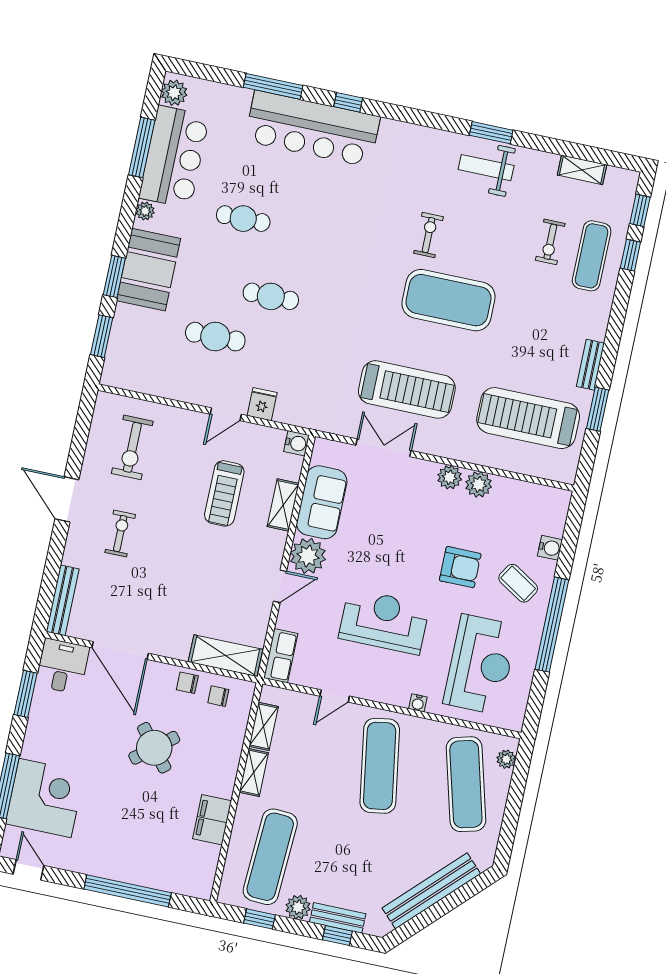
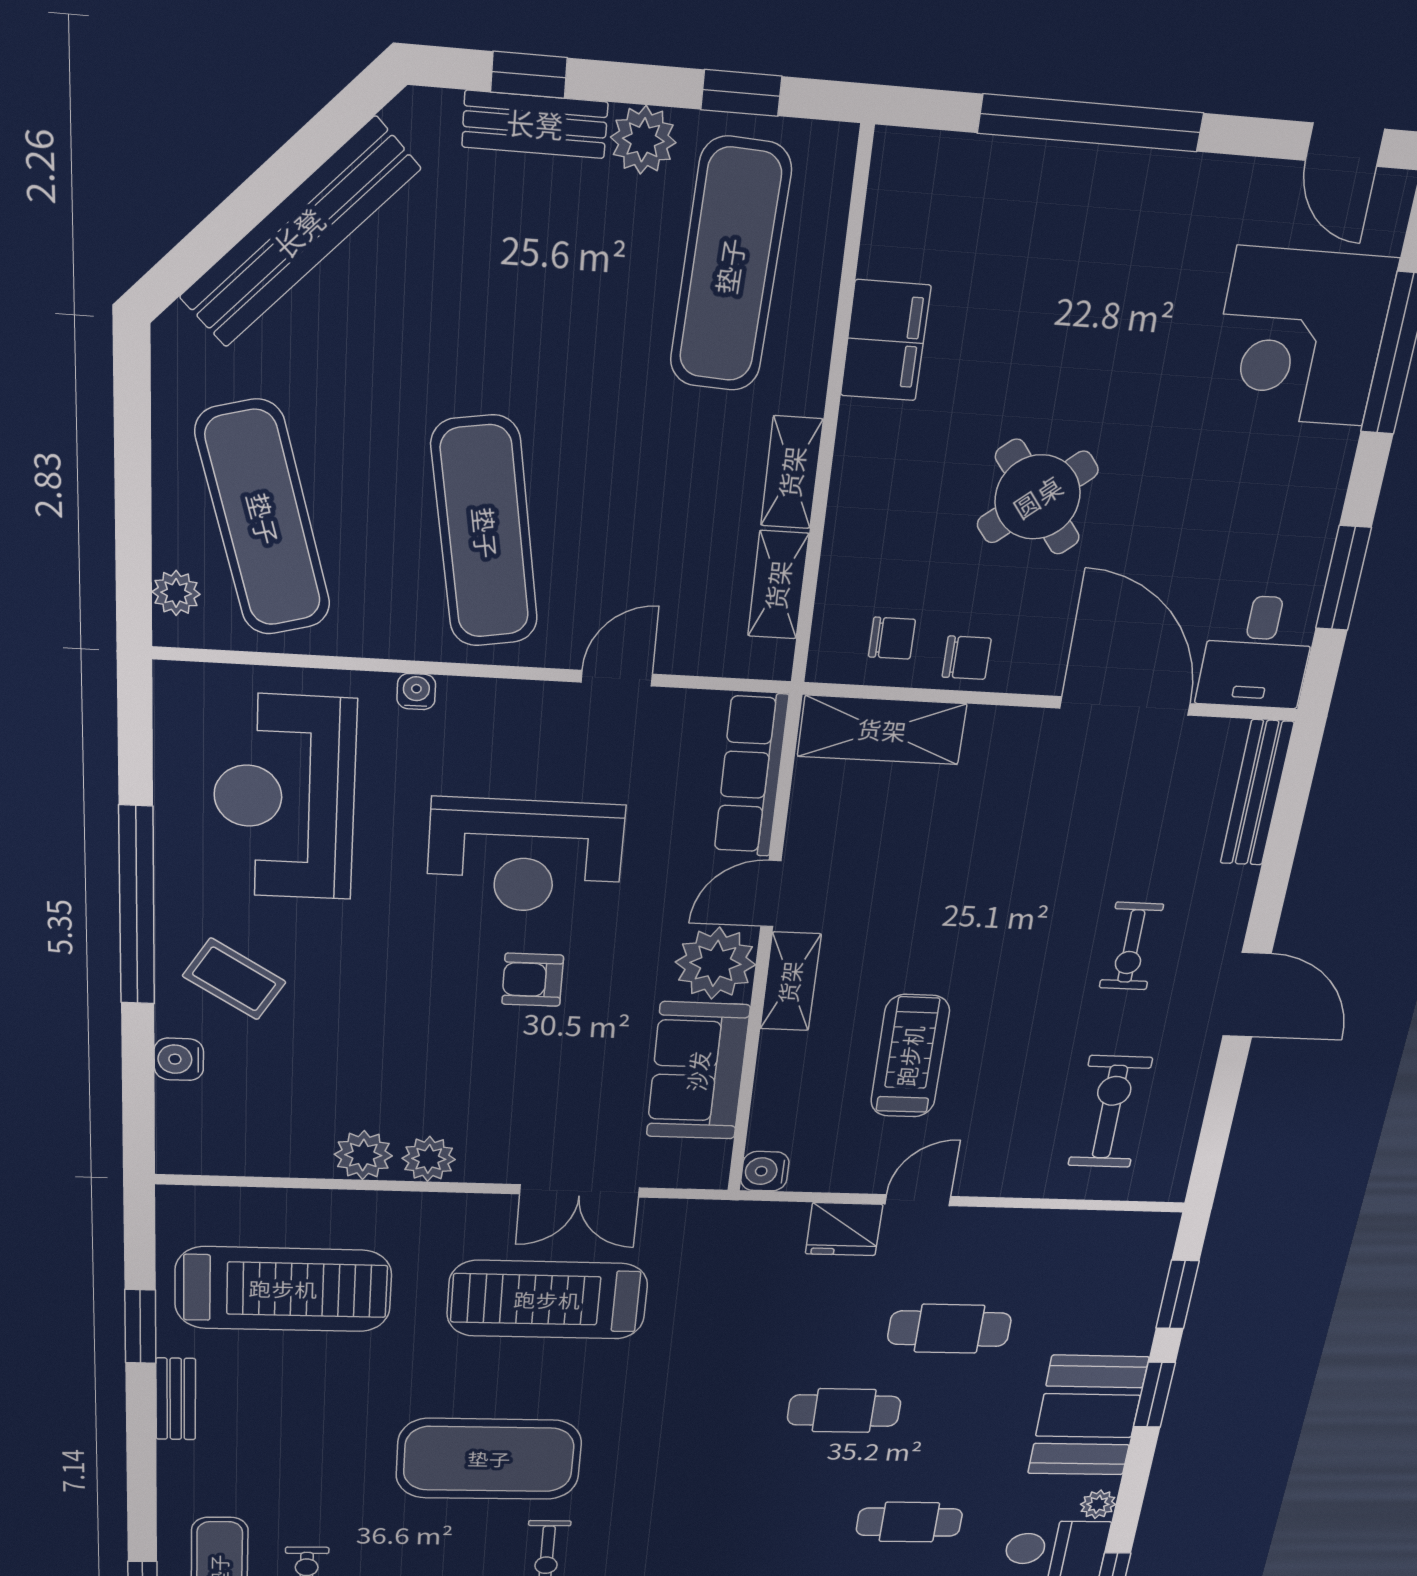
fridge: (262, 404) -> (844, 1229), width x1.38
shelving: (283, 505) -> (790, 982), moved
armchair: (460, 567) -> (533, 980), moved, width x0.72, depth x0.72
row of seats: (281, 656) -> (751, 775), width x1.48

